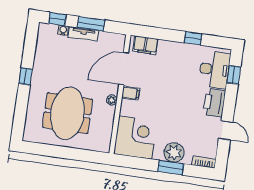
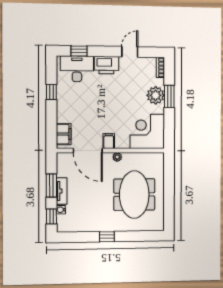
meeting table: (67, 113) -> (134, 195), turned 90

